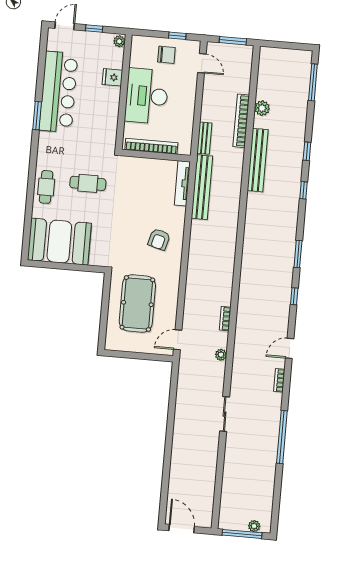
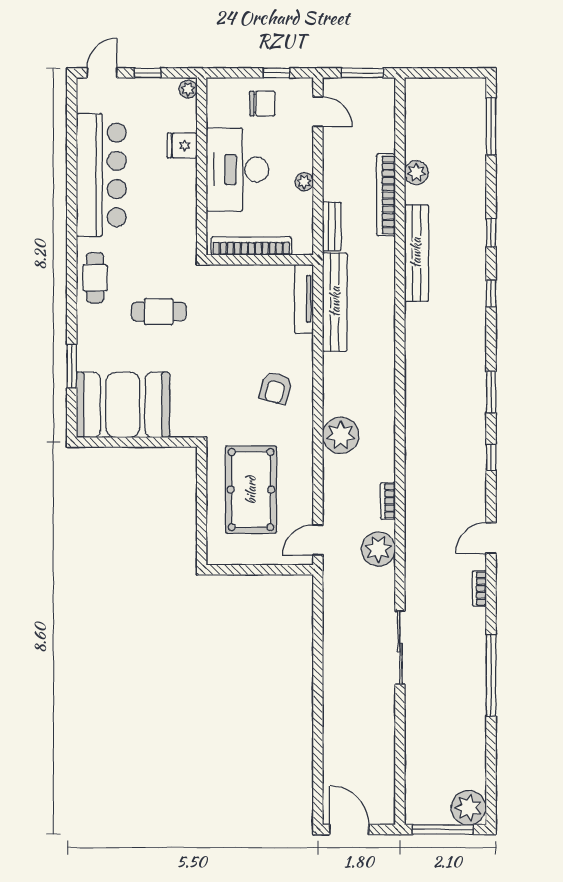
plant: (189, 108) -> (304, 182), added
window: (37, 116) -> (72, 366), moved
cafe table: (46, 187) -> (95, 278), moved
plant: (198, 274) -> (341, 435), added
plant: (221, 355) -> (378, 549), width x1.88, depth x1.88
sliding door: (225, 414) -> (400, 648), width x1.37
plant: (254, 526) -> (468, 808), width x1.88, depth x1.88

